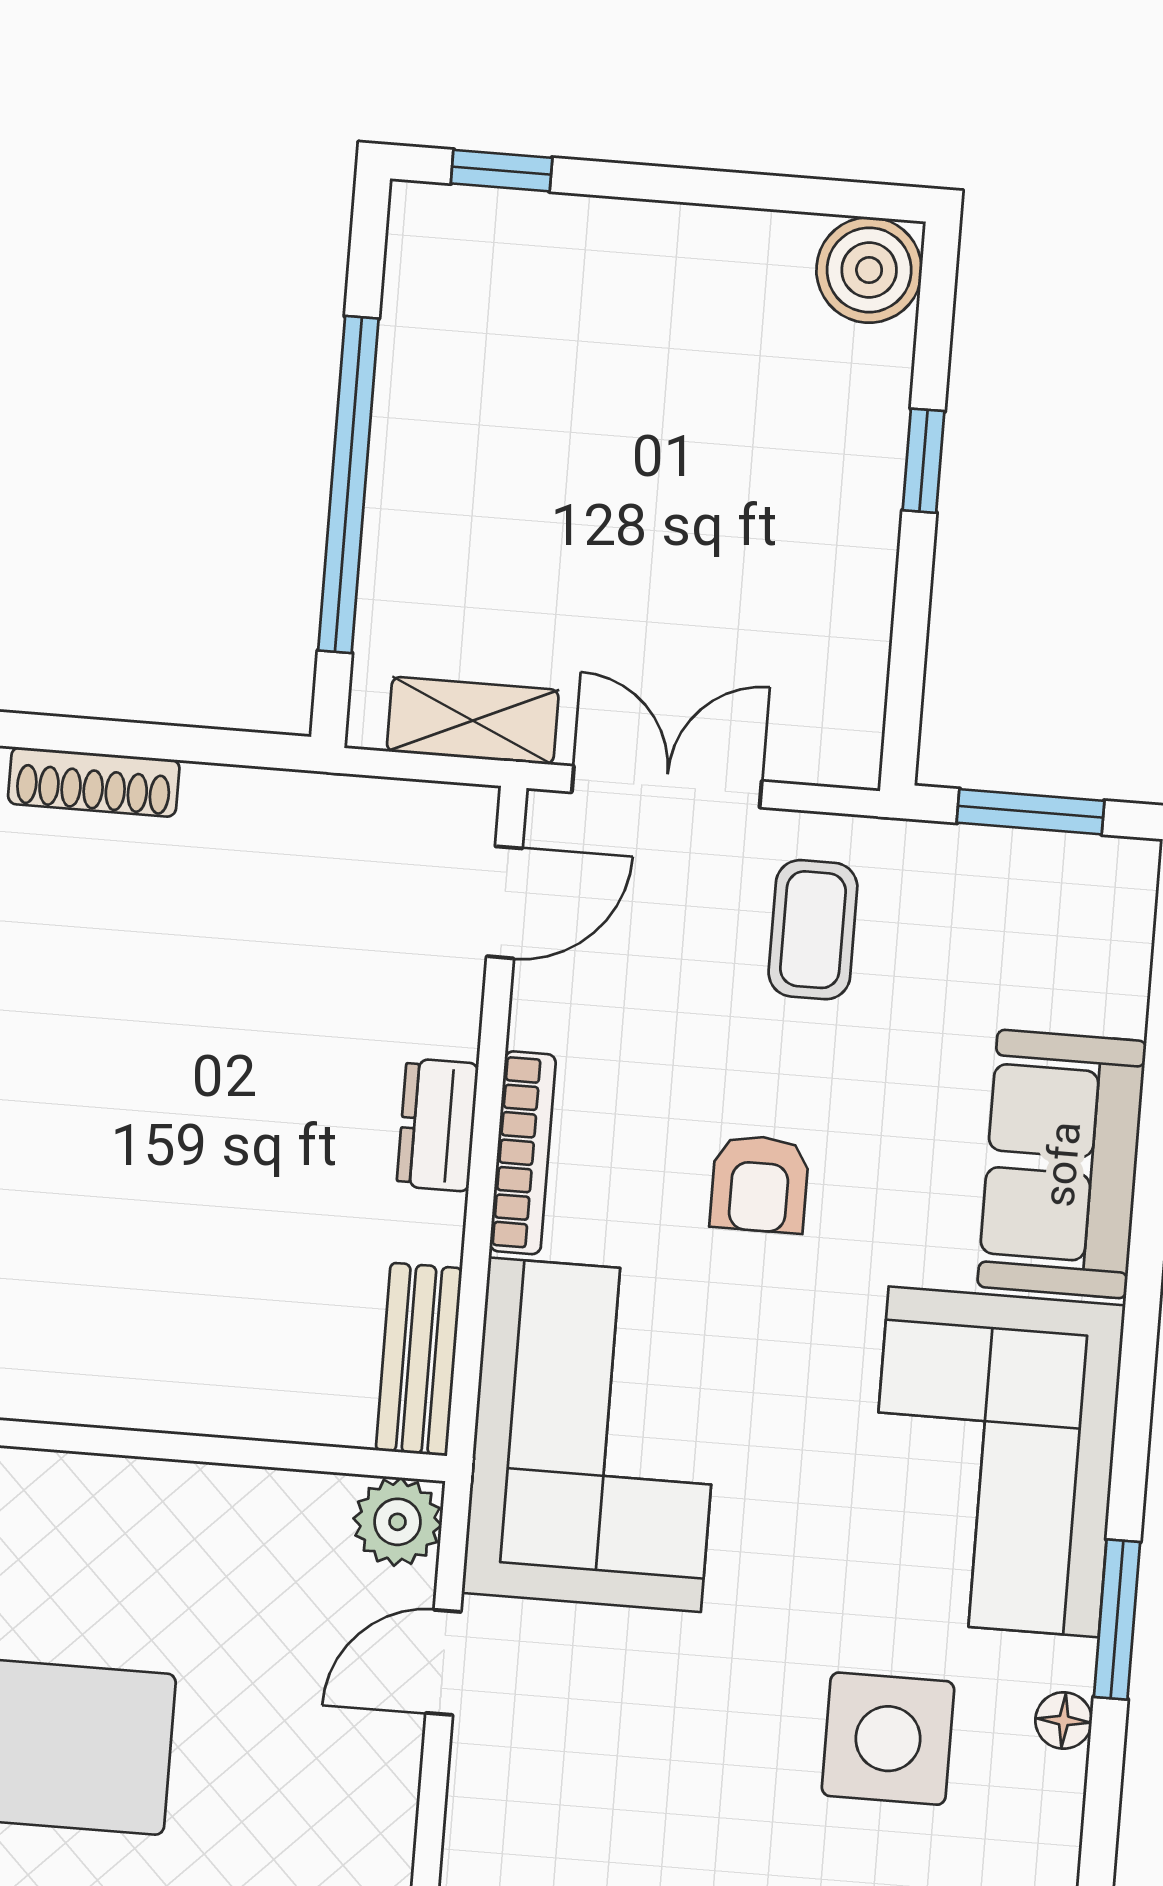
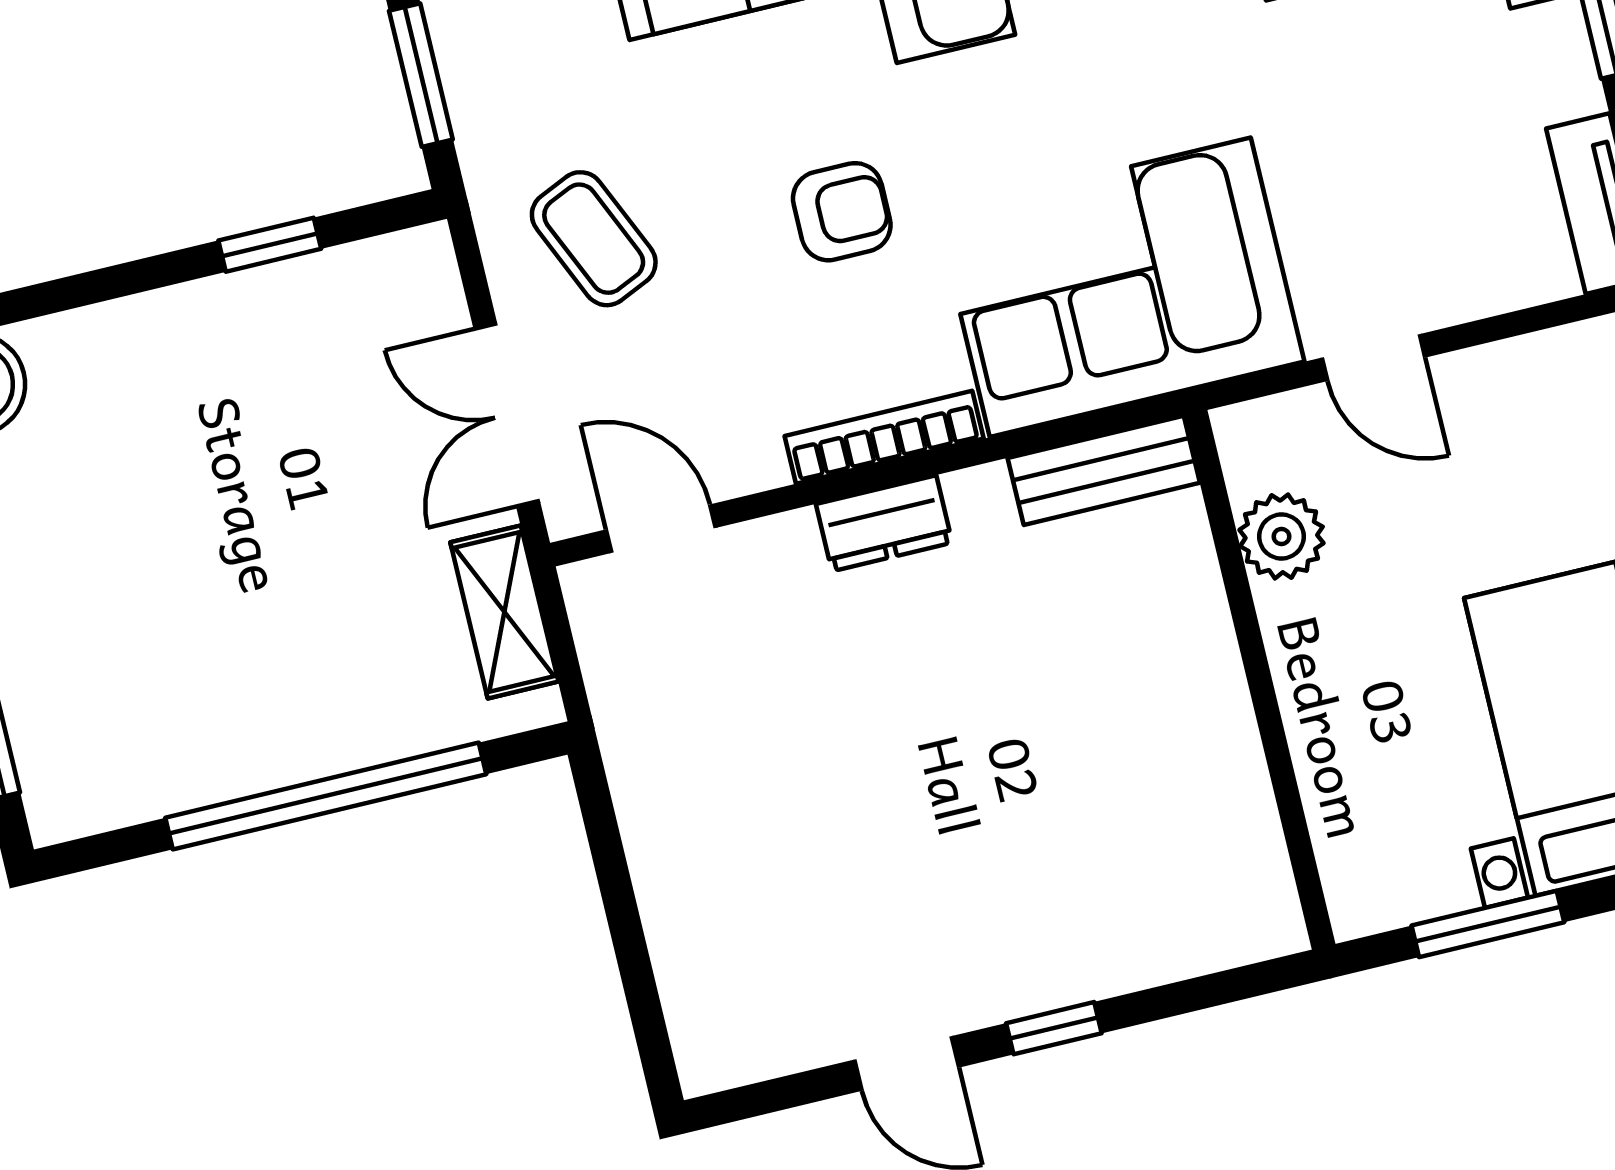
window: (924, 461) -> (270, 245), moved
shoe rack: (94, 782) -> (673, 940), removed
coffee table: (813, 930) -> (594, 239), turned 66
plant: (398, 1522) -> (1281, 536), moved

